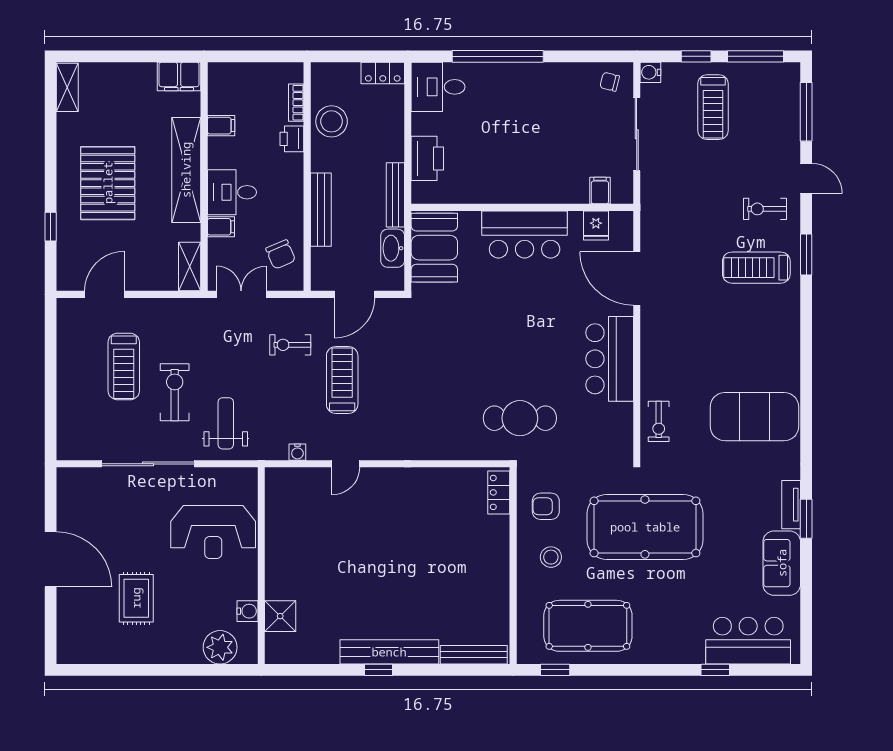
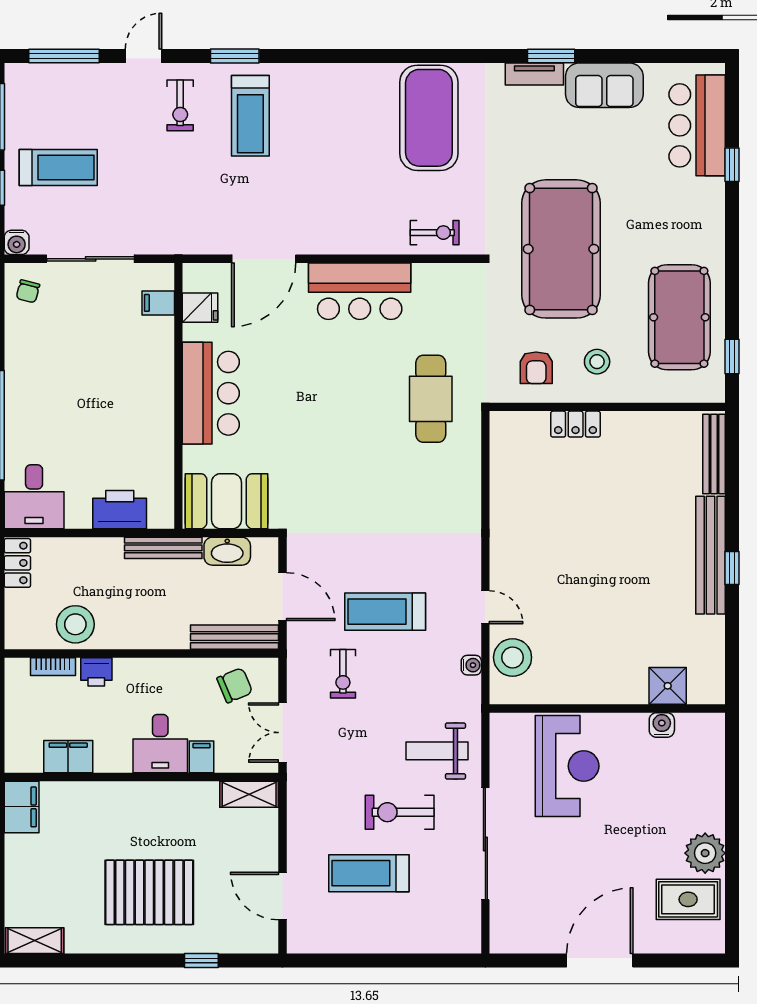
filing cabinet: (221, 126) -> (68, 757), width x2.00
shelving: (186, 170) -> (134, 798), removed
bench: (321, 210) -> (234, 637), moved
treadmill: (124, 367) -> (369, 873), turned 180
stool: (304, 486) -> (513, 657), added
locker: (499, 492) -> (576, 424), moved
rug: (136, 598) -> (688, 899), moved
plant: (220, 647) -> (705, 853), moved

